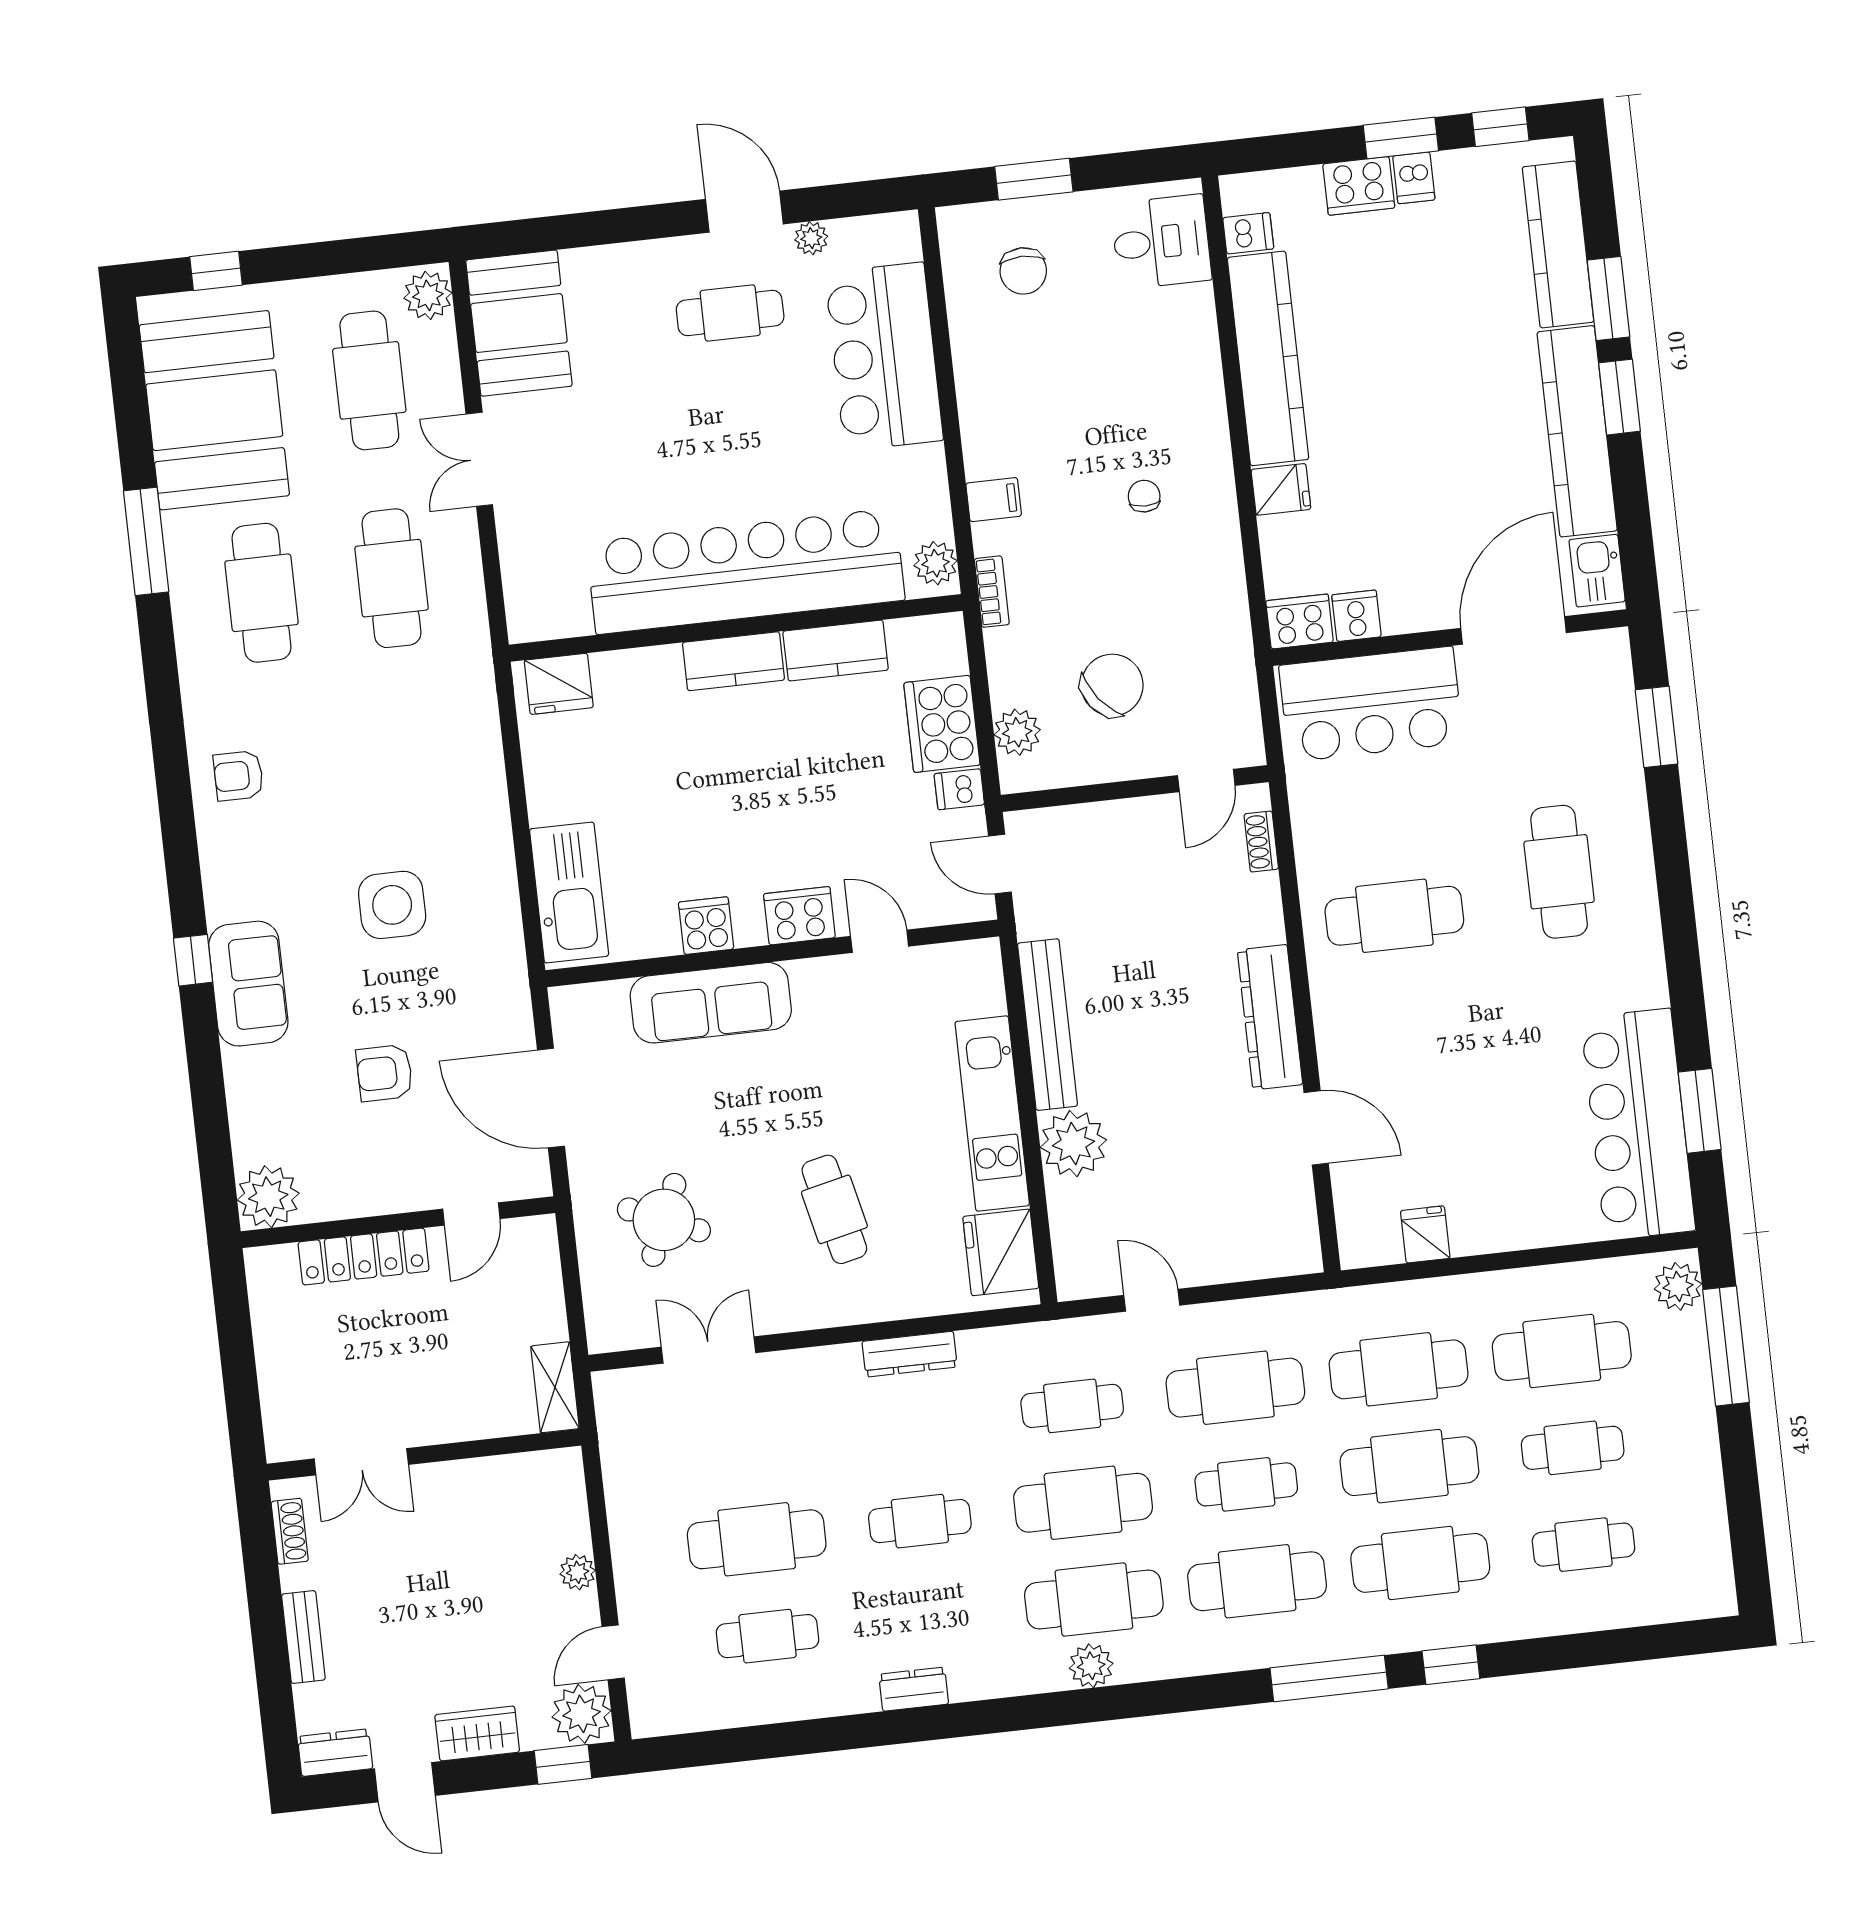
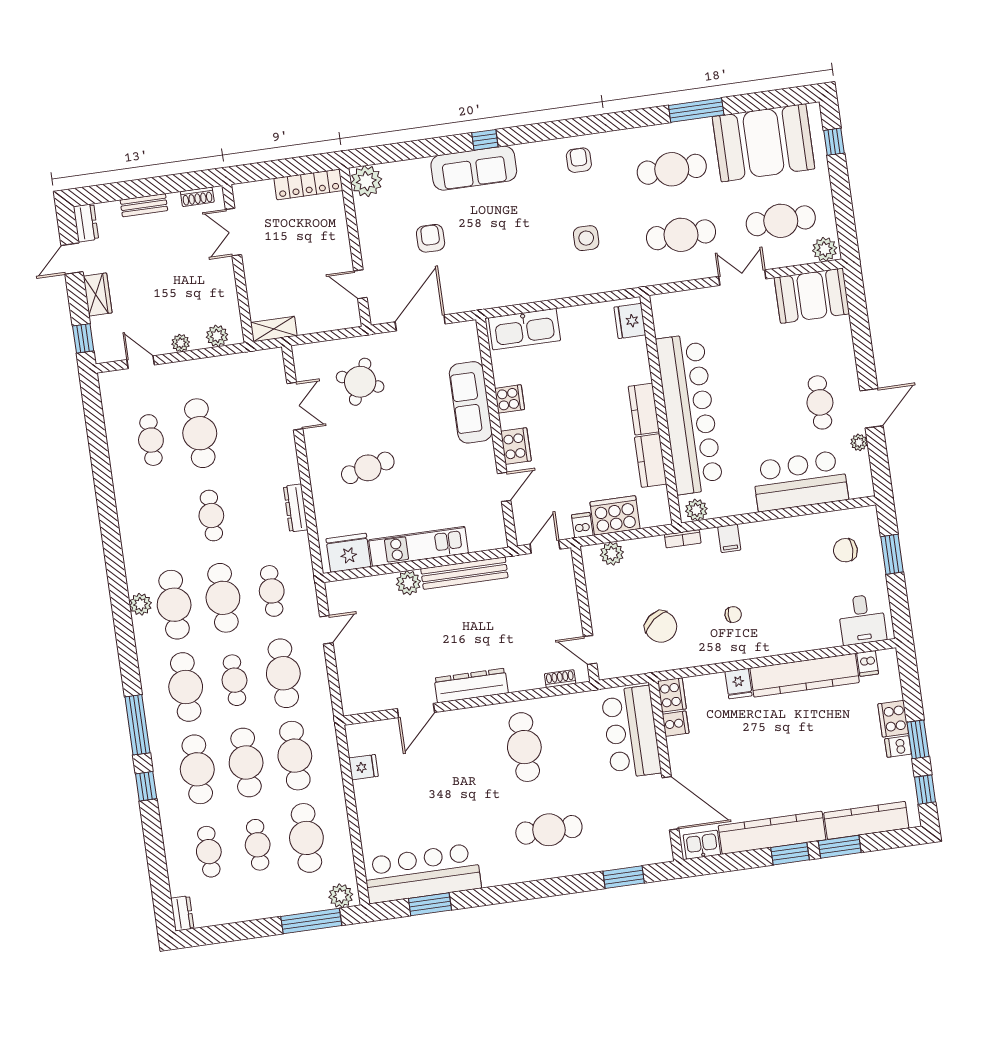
chair: (1112, 685) -> (661, 627), moved
side table: (392, 905) -> (586, 238), moved, width x0.73, depth x0.73
sofa: (248, 984) -> (474, 168), width x1.36
plant: (1073, 1144) -> (408, 583), width x0.73, depth x0.73
locker: (364, 1256) -> (308, 184), moved, turned -90
dresser: (914, 1689) -> (182, 913), moved
plant: (582, 1714) -> (217, 336), moved, width x0.73, depth x0.73

